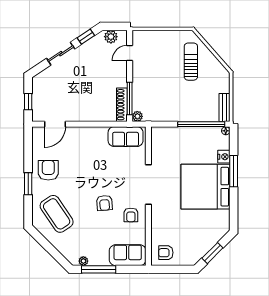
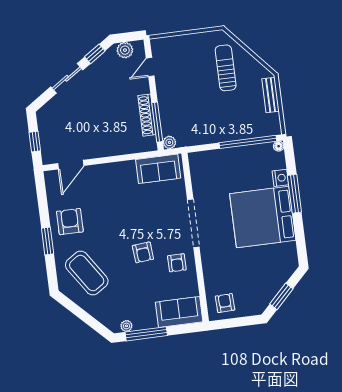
shoe rack: (122, 105) -> (147, 115), moved
bench: (225, 107) -> (270, 95), moved
armchair: (166, 253) -> (225, 303), turned 88

